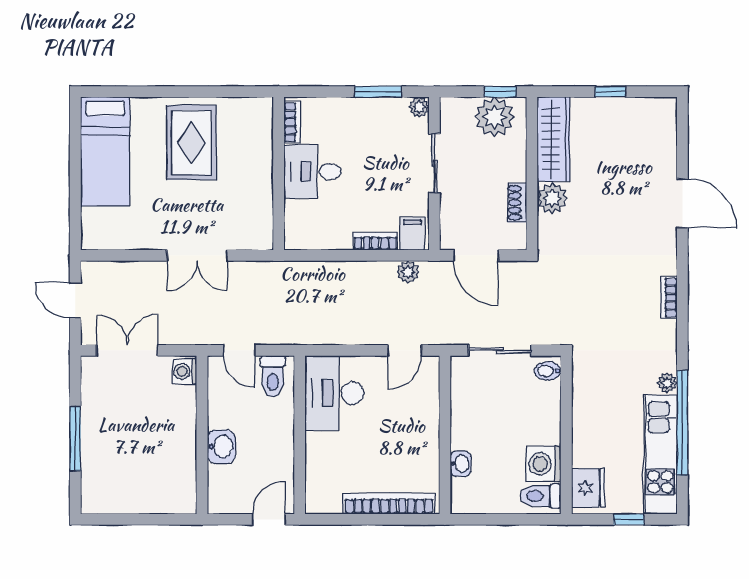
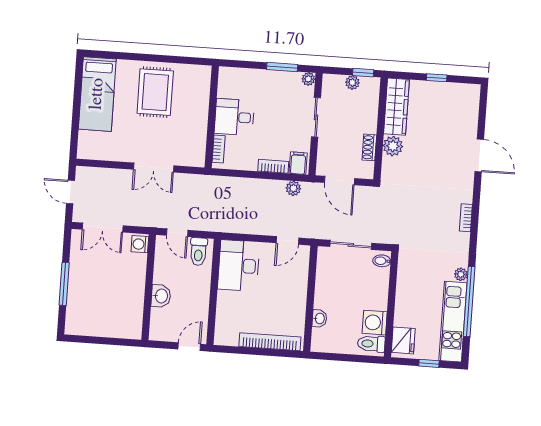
plant: (494, 117) -> (352, 83), width x0.53, depth x0.53
bookcase: (292, 122) -> (219, 149), moved
double door: (127, 350) -> (103, 228), swing flipped

